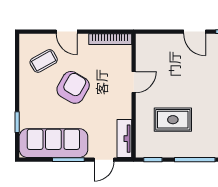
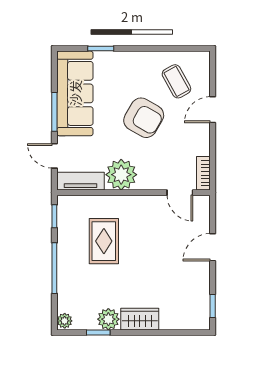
door: (195, 32) -> (213, 247), moved
bookcase: (110, 39) -> (203, 173), width x0.64
door: (134, 82) -> (180, 193), moved
plant: (119, 106) -> (121, 175), added

